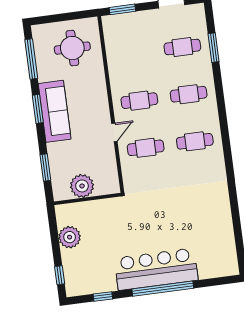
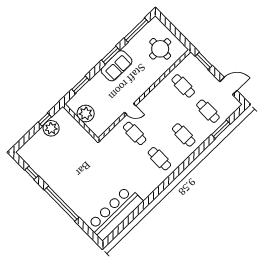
cafe table: (139, 101) -> (183, 86), moved
sofa: (55, 111) -> (117, 66), width x0.73
bar counter: (156, 269) -> (115, 213), moved, turned -90
window: (60, 275) -> (45, 120), moved

